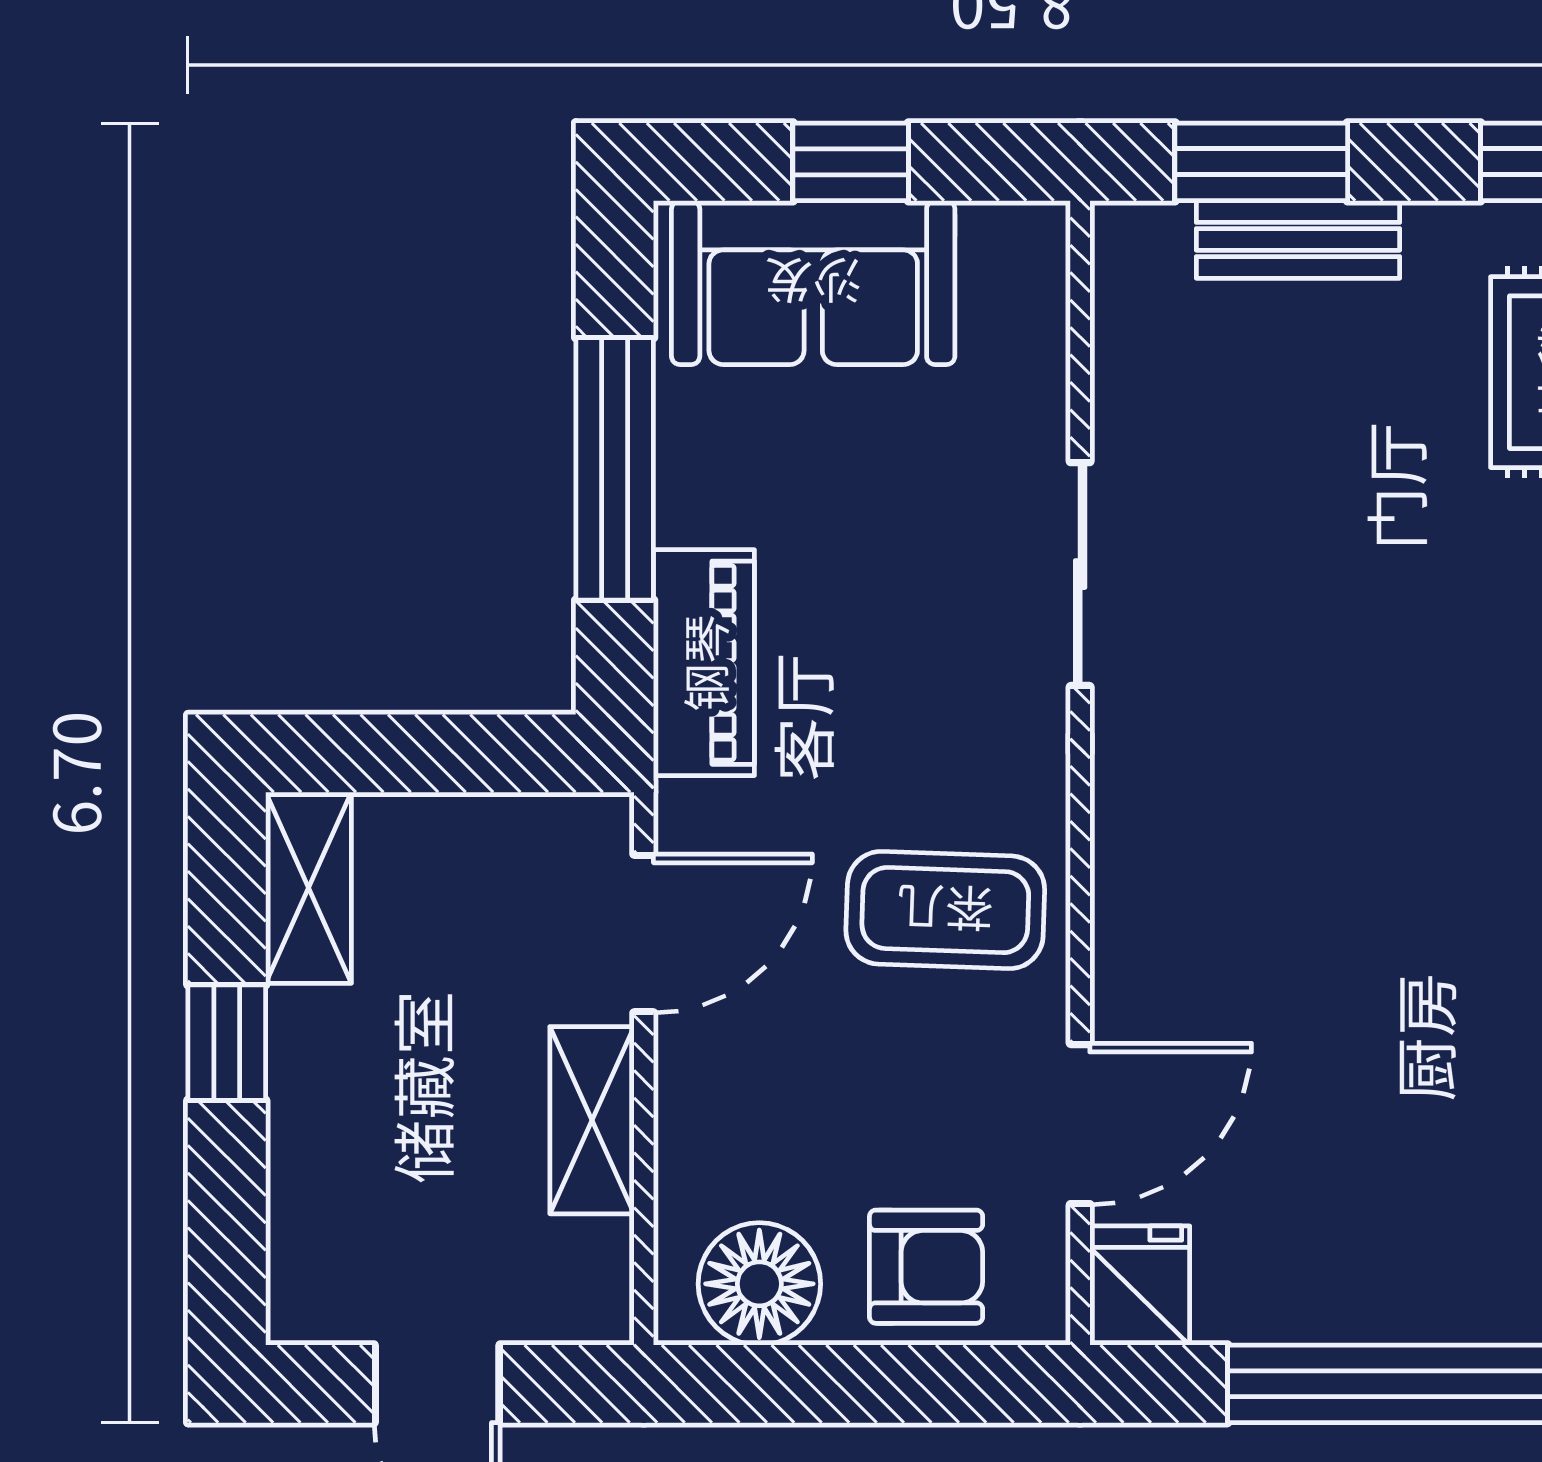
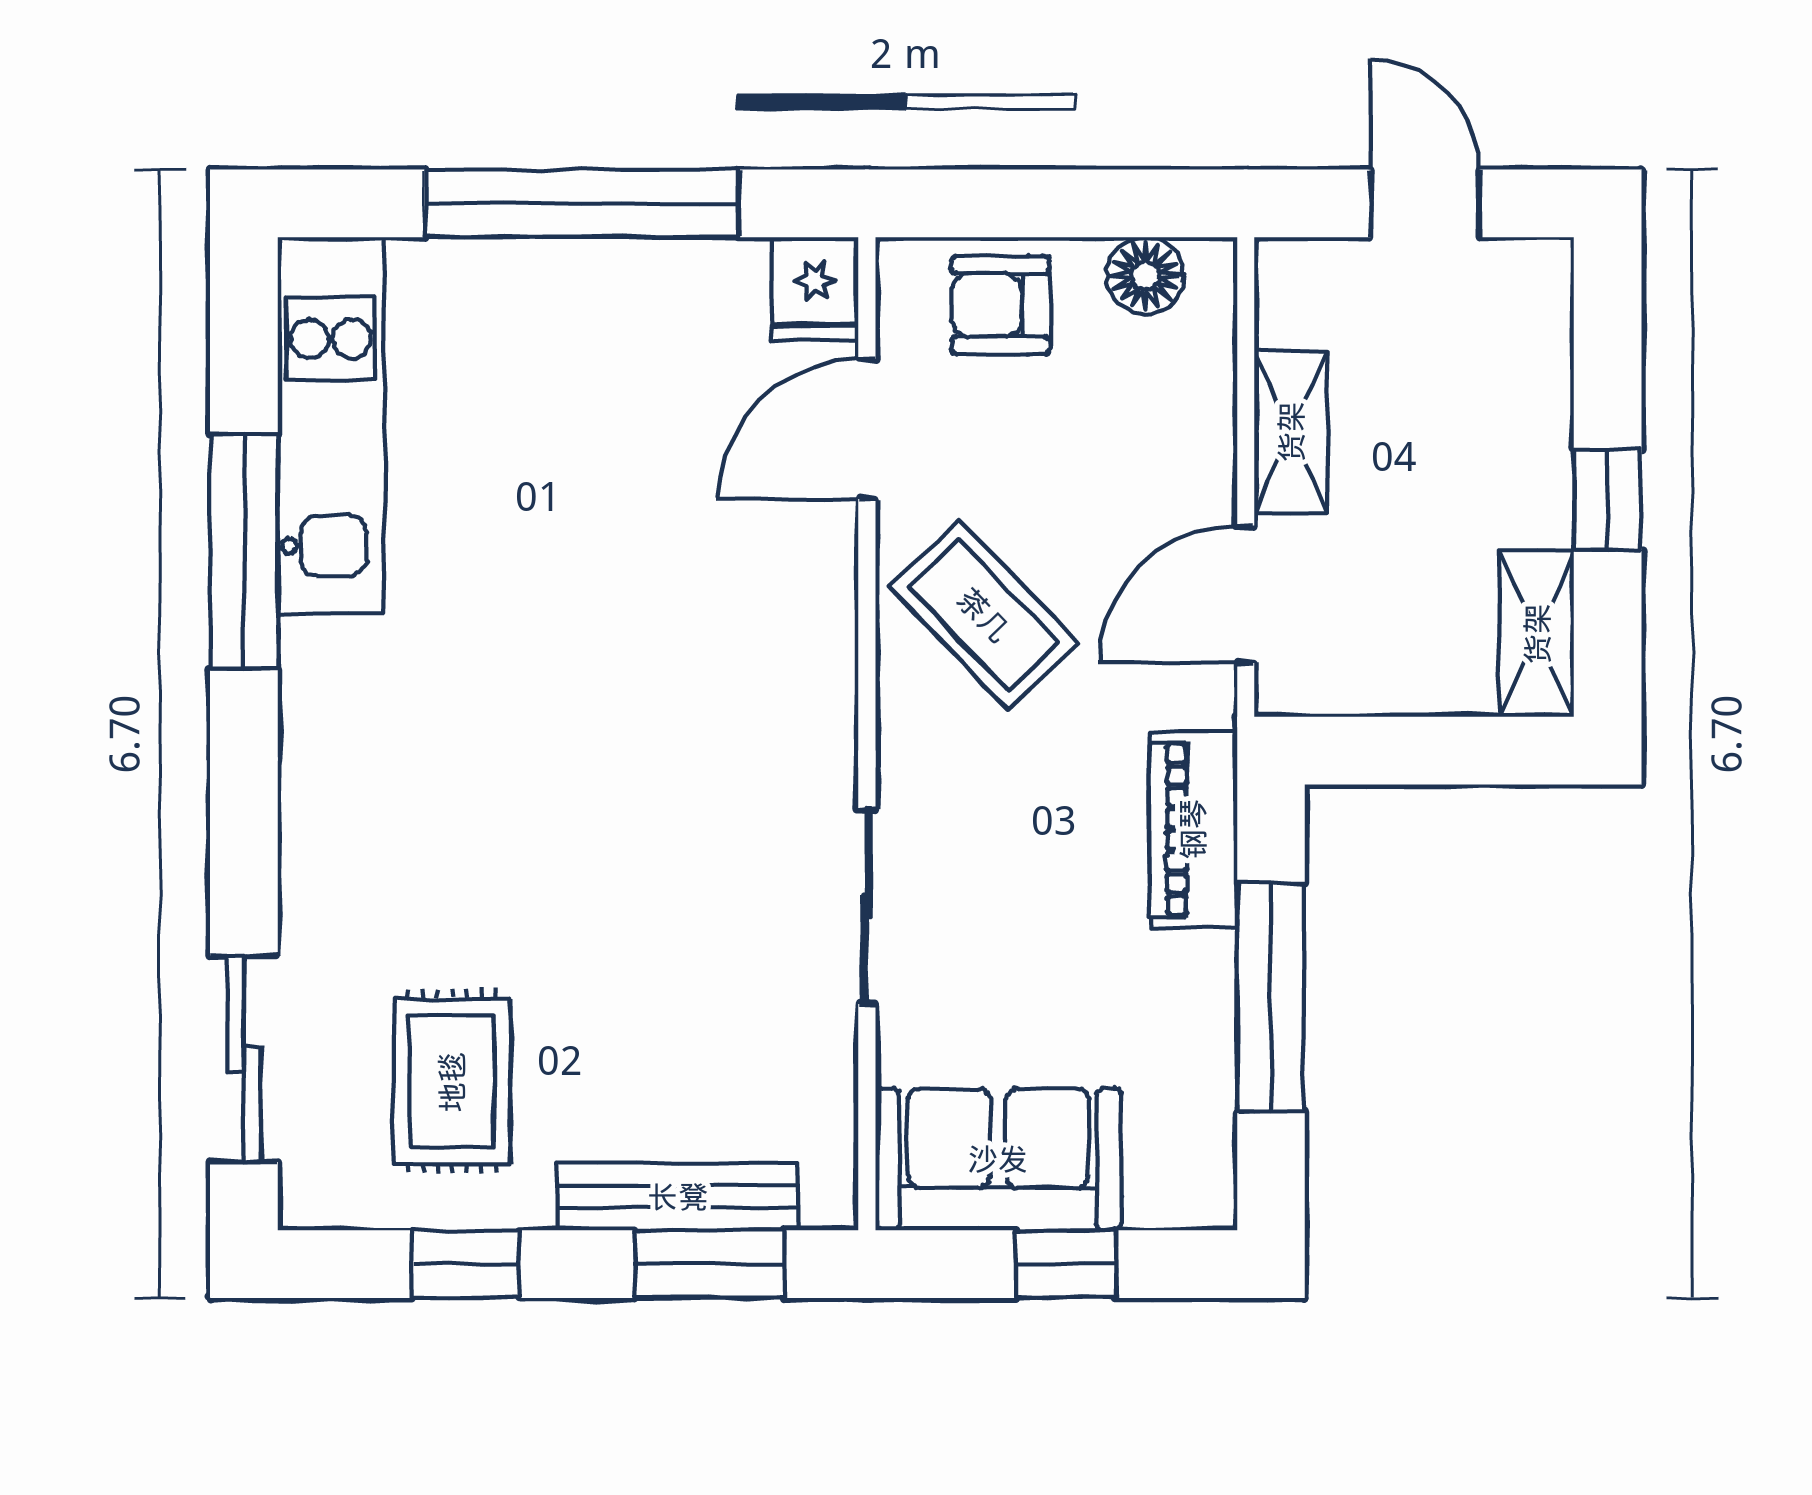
bench: (1298, 239) -> (678, 1197), width x1.36
sofa: (813, 283) -> (998, 1159), moved
coffee table: (945, 910) -> (984, 615), turned 44
floor lamp: (759, 1284) -> (1145, 276), width x0.73, depth x0.73

